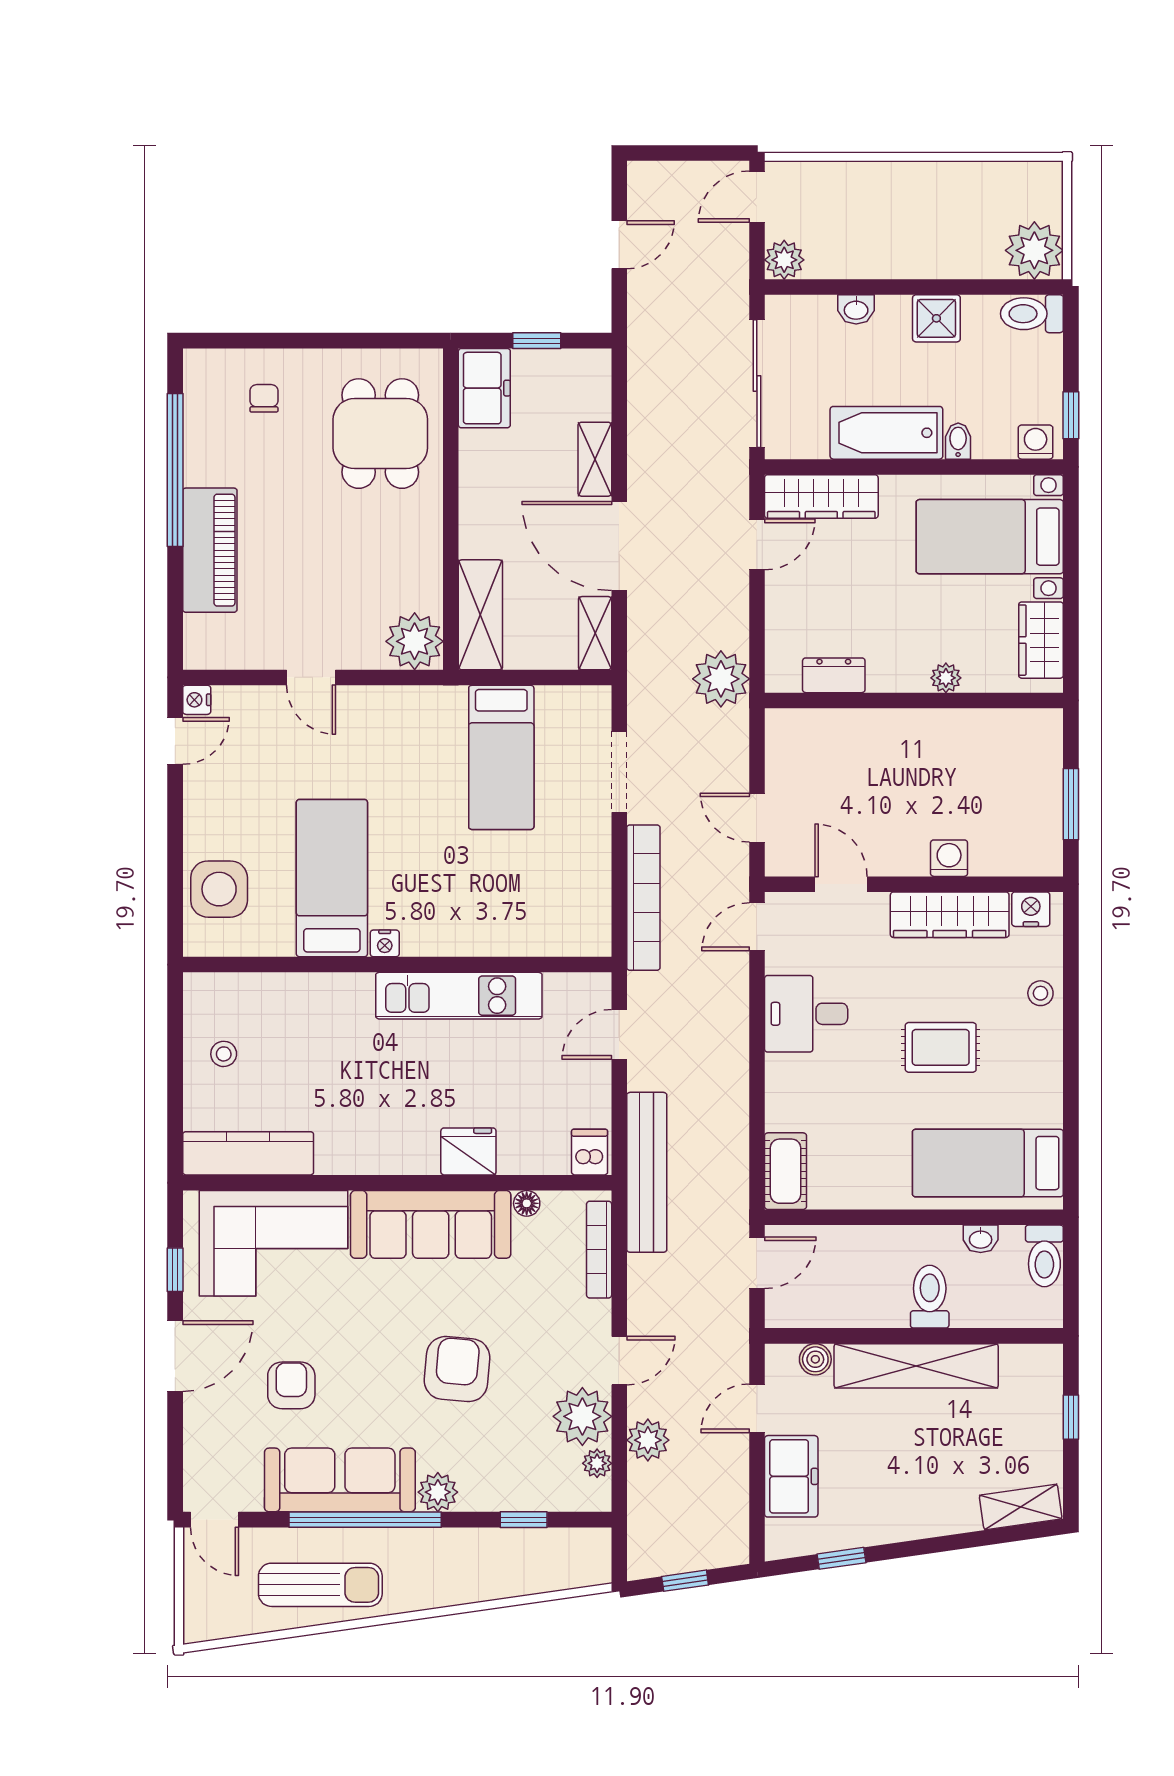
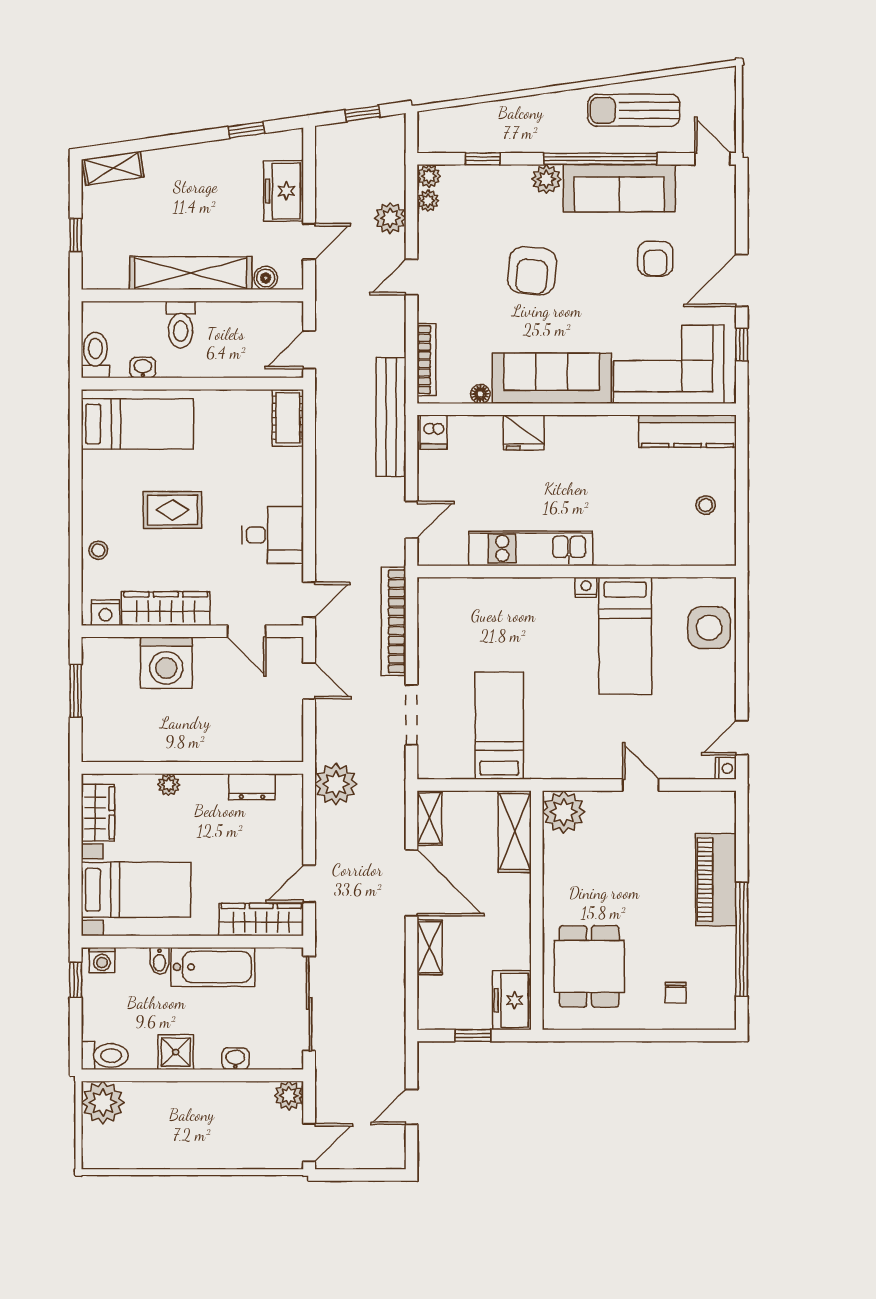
washing machine: (949, 858) -> (166, 663), width x1.89, depth x1.89
plant: (582, 1416) -> (429, 176), moved, width x0.53, depth x0.53

